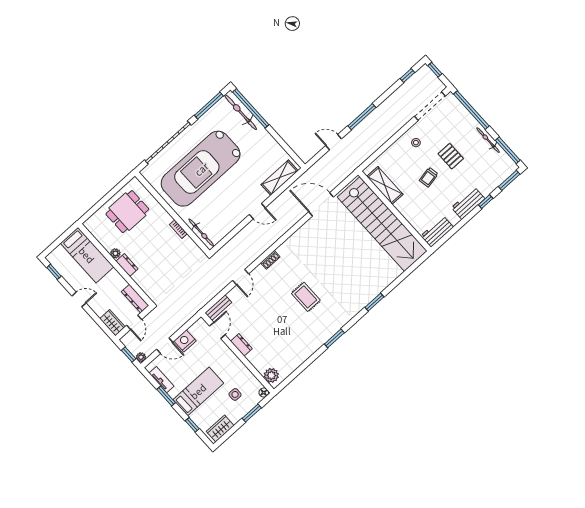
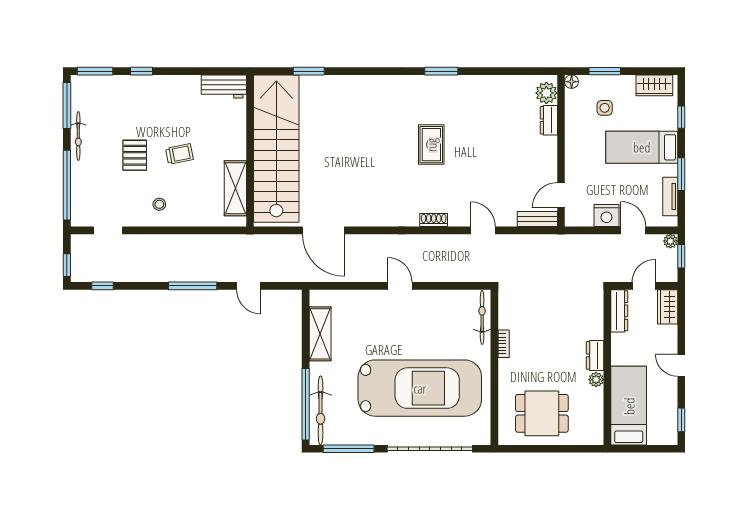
doorway: (430, 106) -> (108, 230), width x0.53
shelving: (280, 178) -> (320, 334), moved, turned 90
workbench: (468, 203) -> (162, 87), removed
door: (241, 277) -> (483, 230), hinge flipped
window: (374, 302) -> (309, 71), moved
dresser: (241, 345) -> (549, 120), moved

